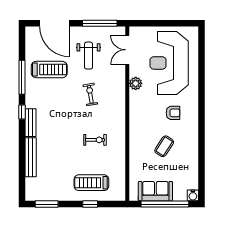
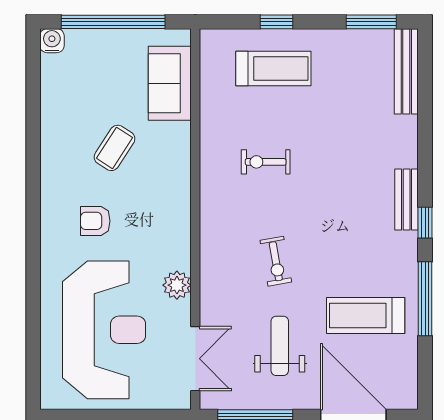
bench: (31, 157) -> (406, 71), moved
sofa: (155, 191) -> (170, 83), moved, turned 90

